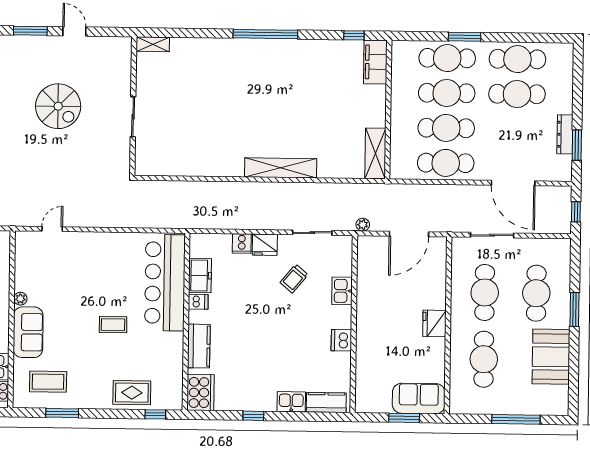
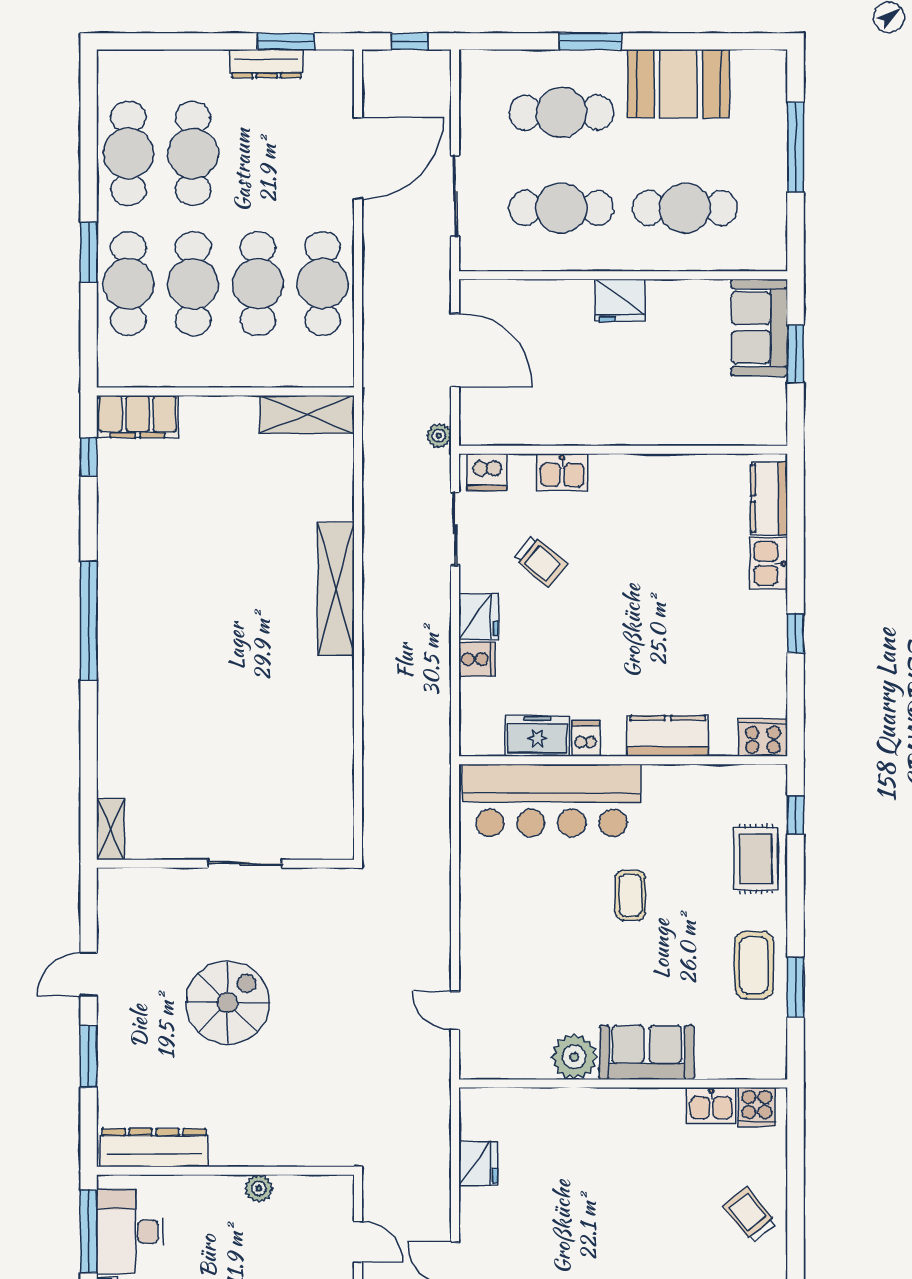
plant: (20, 299) -> (574, 1057), width x1.88, depth x1.88
dishwasher: (341, 340) -> (487, 472), moved
coffee table: (48, 382) -> (754, 965), moved
cooker: (201, 393) -> (763, 737), width x0.73, depth x0.76

